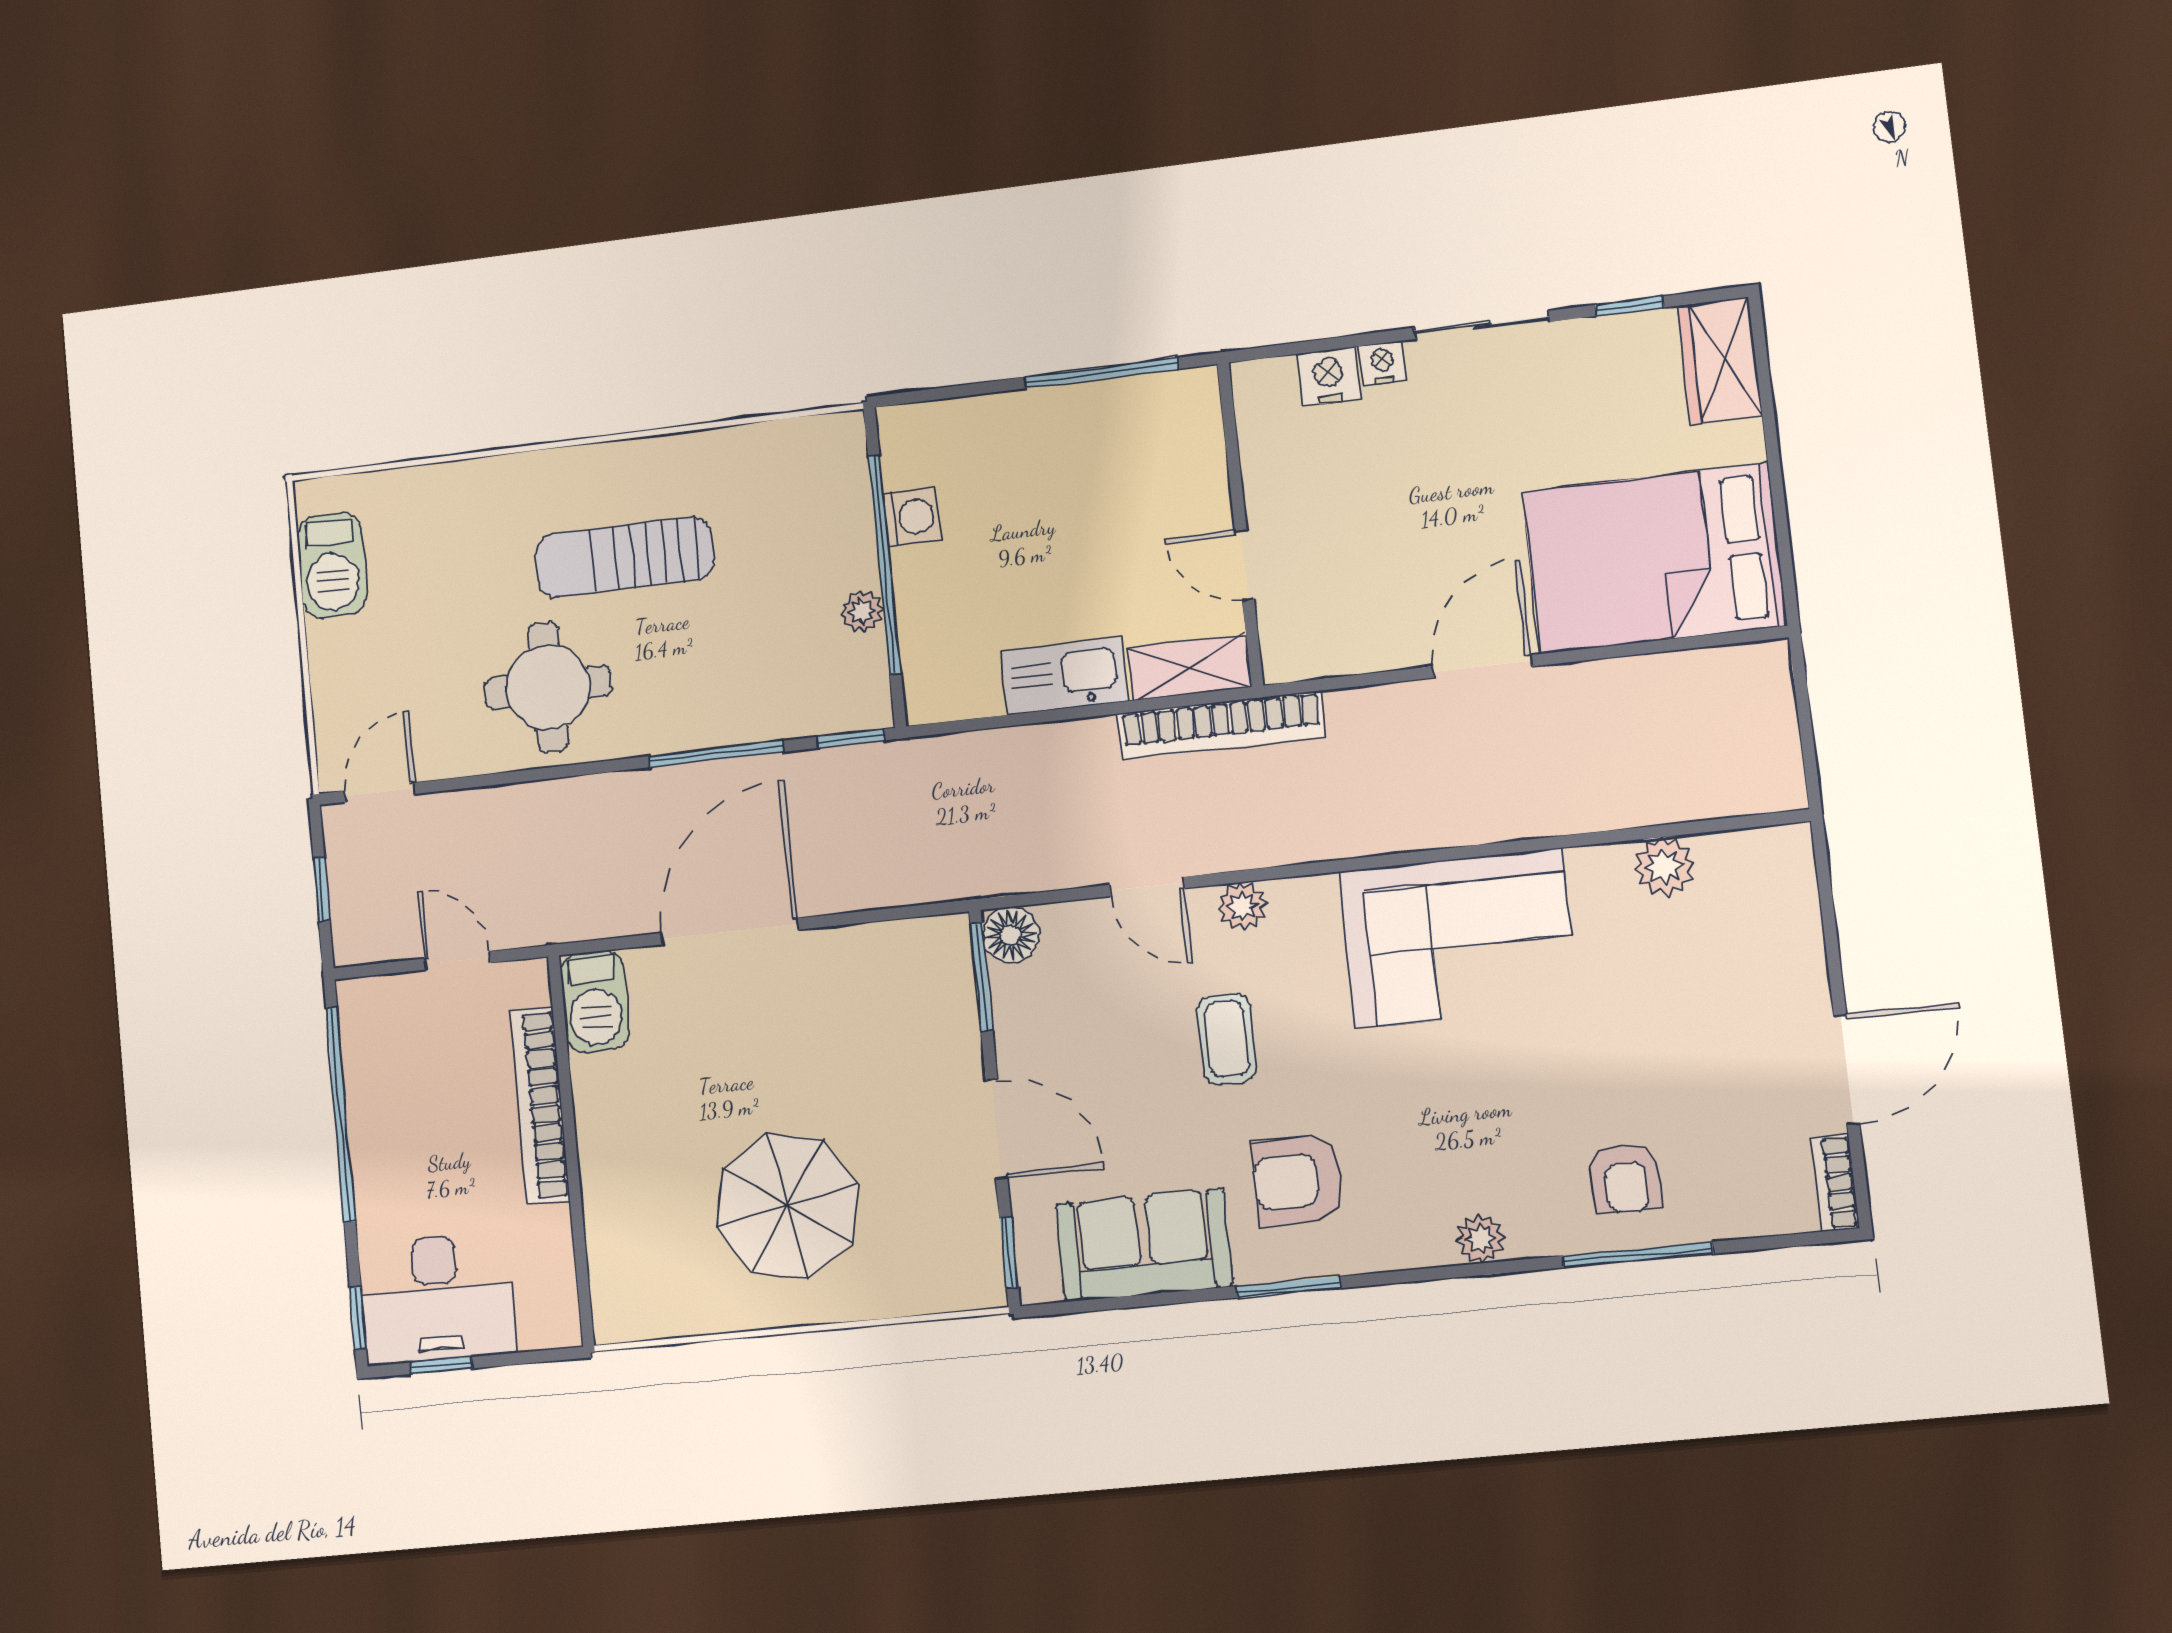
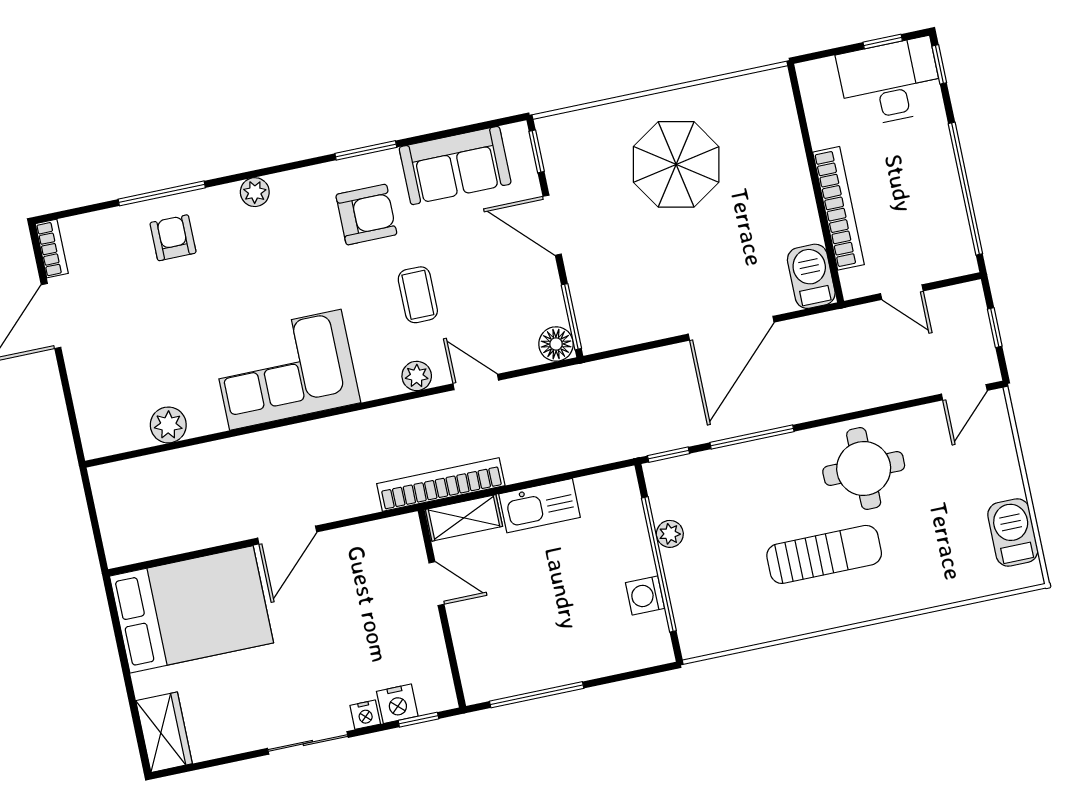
window: (1629, 306) -> (418, 720), moved

